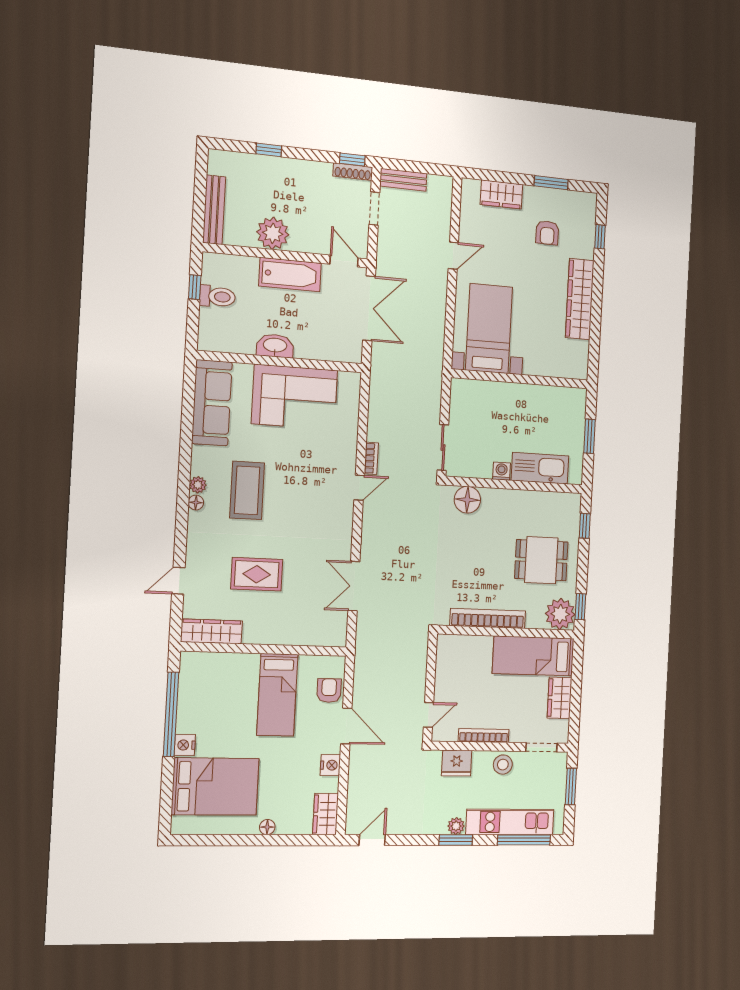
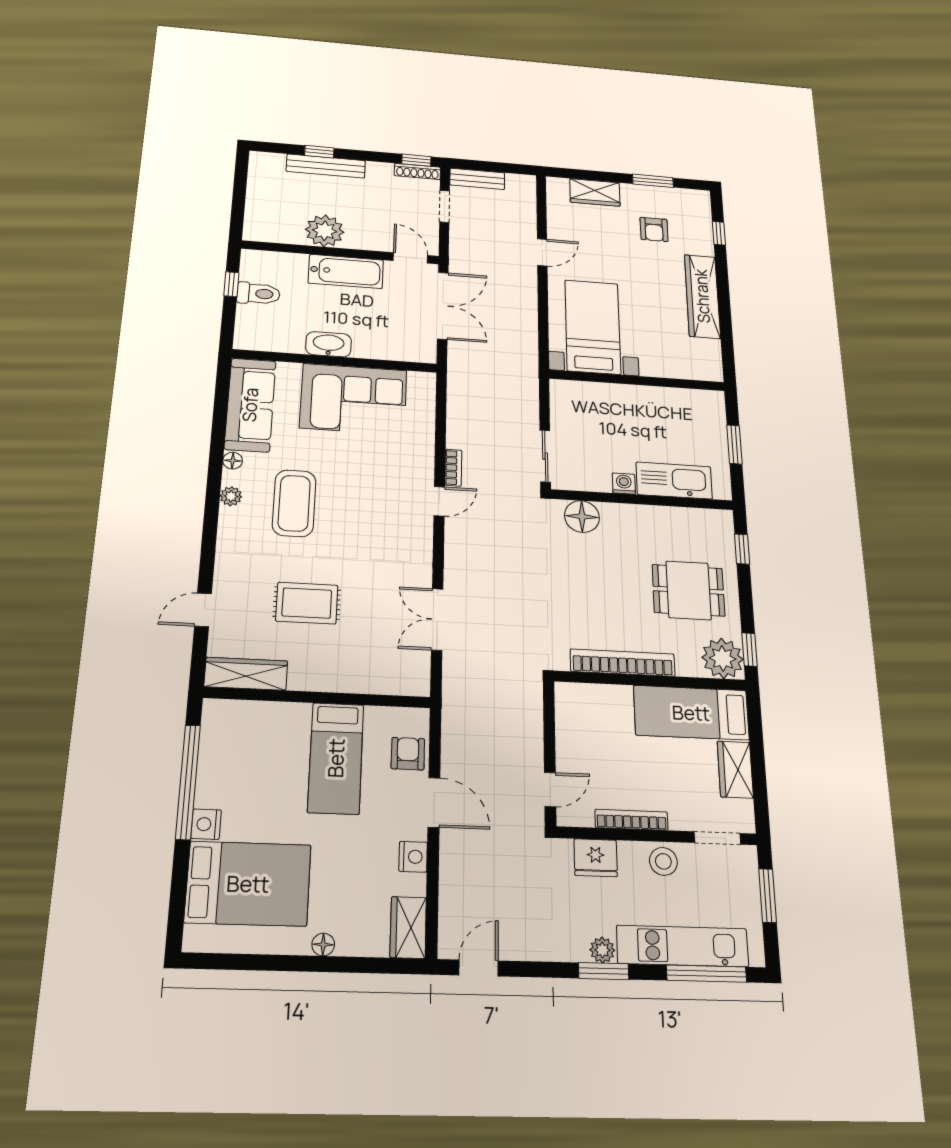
bench: (214, 210) -> (326, 166), moved, turned 90
floor lamp: (196, 503) -> (233, 461), moved

